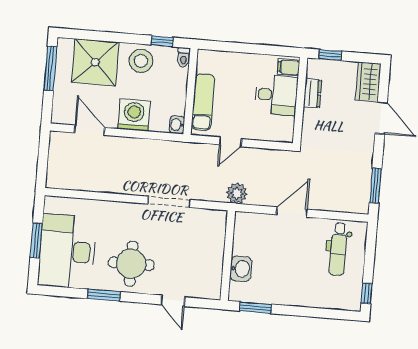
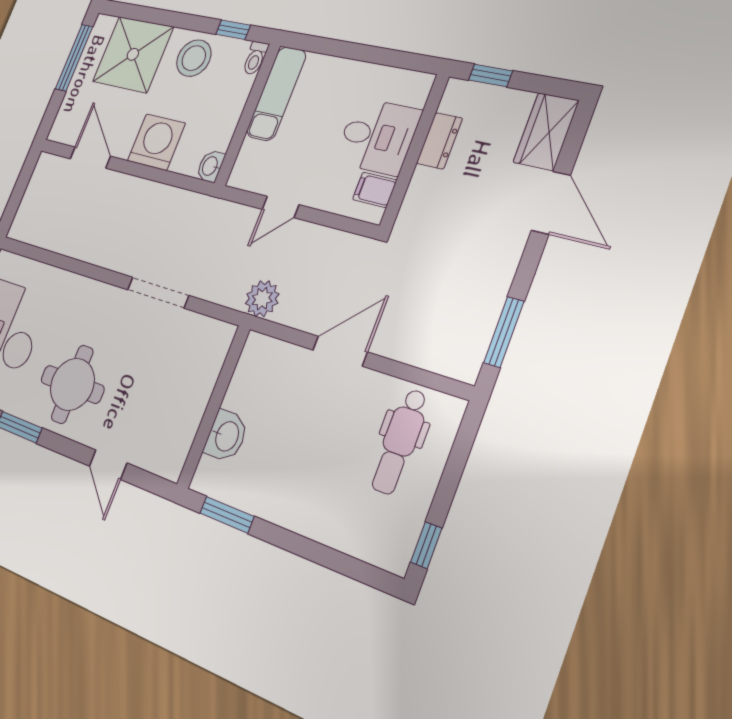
filing cabinet: (289, 67) -> (375, 190), moved
exam couch: (203, 102) -> (276, 94), moved

